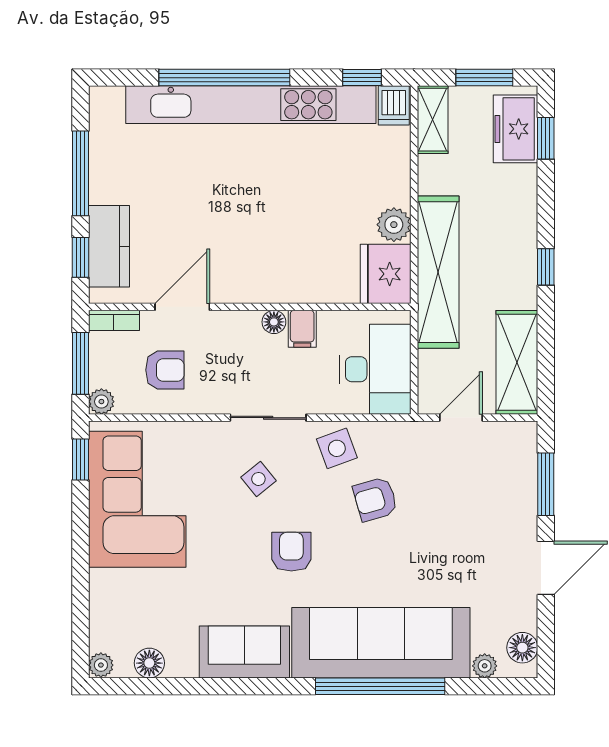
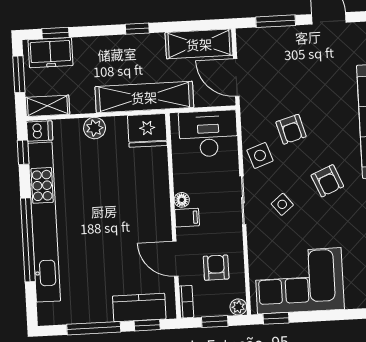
plant: (394, 225) -> (95, 128), moved
filing cabinet: (302, 329) -> (187, 218), moved
window: (80, 363) -> (215, 322), width x0.67
door: (461, 418) -> (236, 77), width x1.38
armchair: (291, 552) -> (327, 181), turned -113

